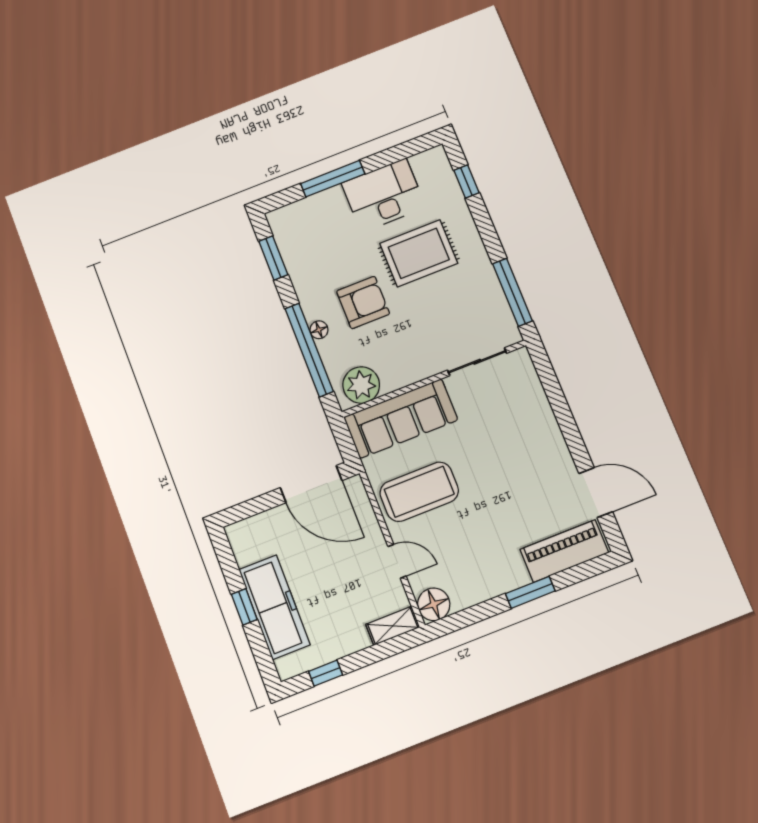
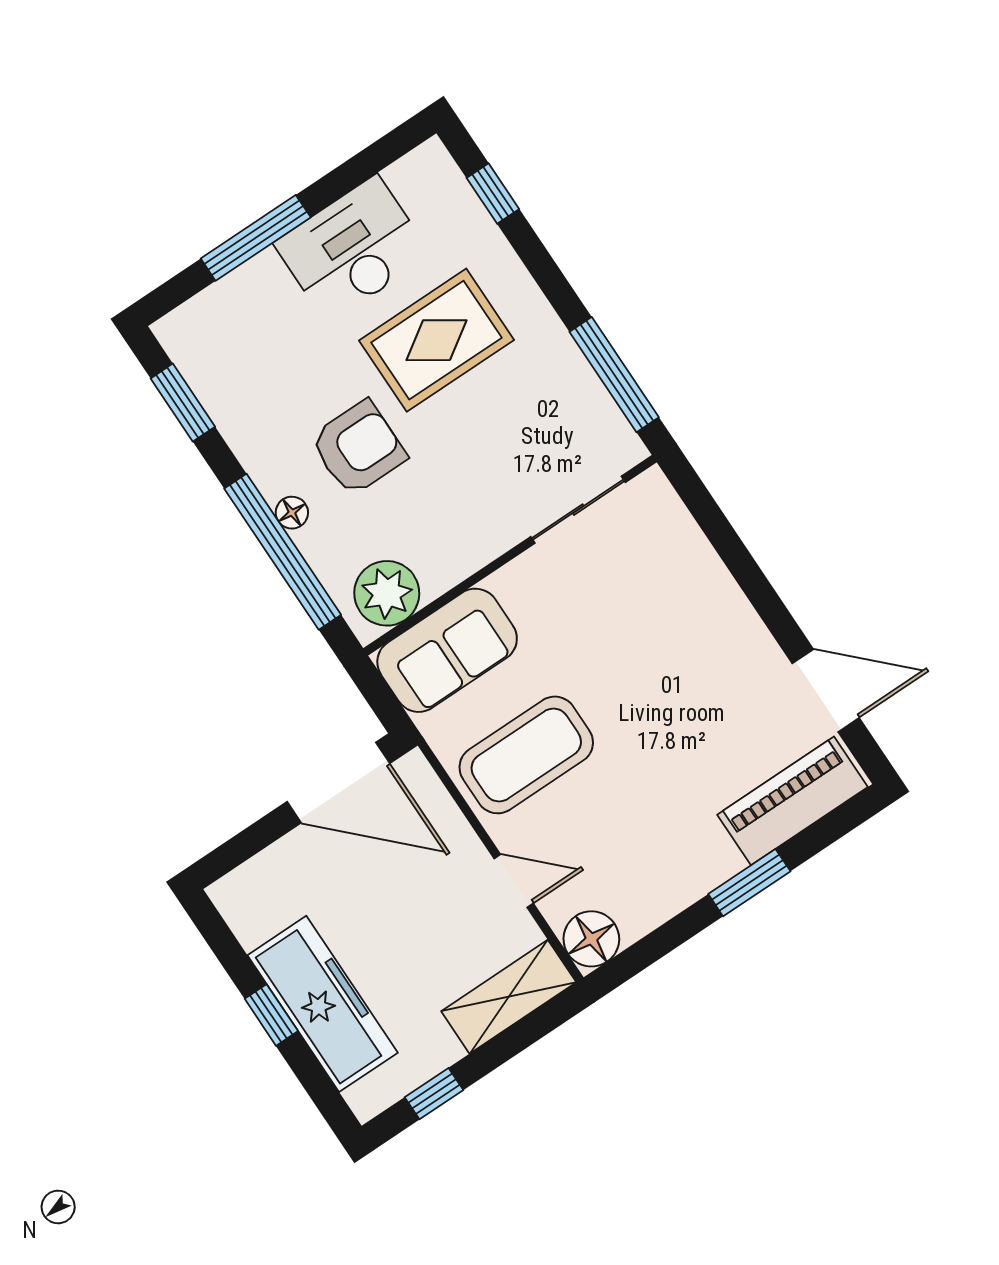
sofa: (401, 419) -> (447, 650), width x0.73
shelving: (393, 626) -> (509, 997), width x1.50, depth x1.33

